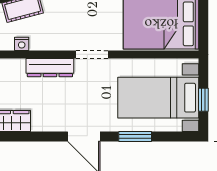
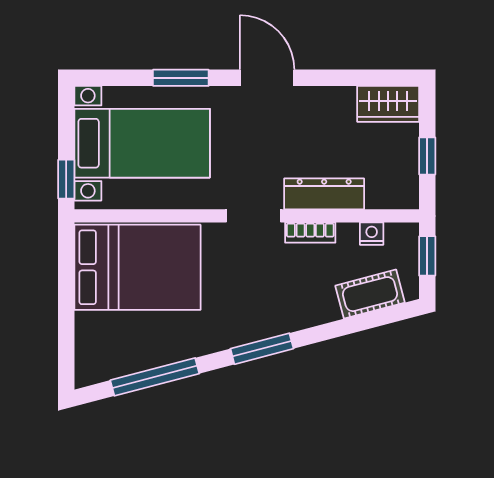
bookcase: (58, 45) -> (310, 233), added
window: (203, 100) -> (66, 179), moved

